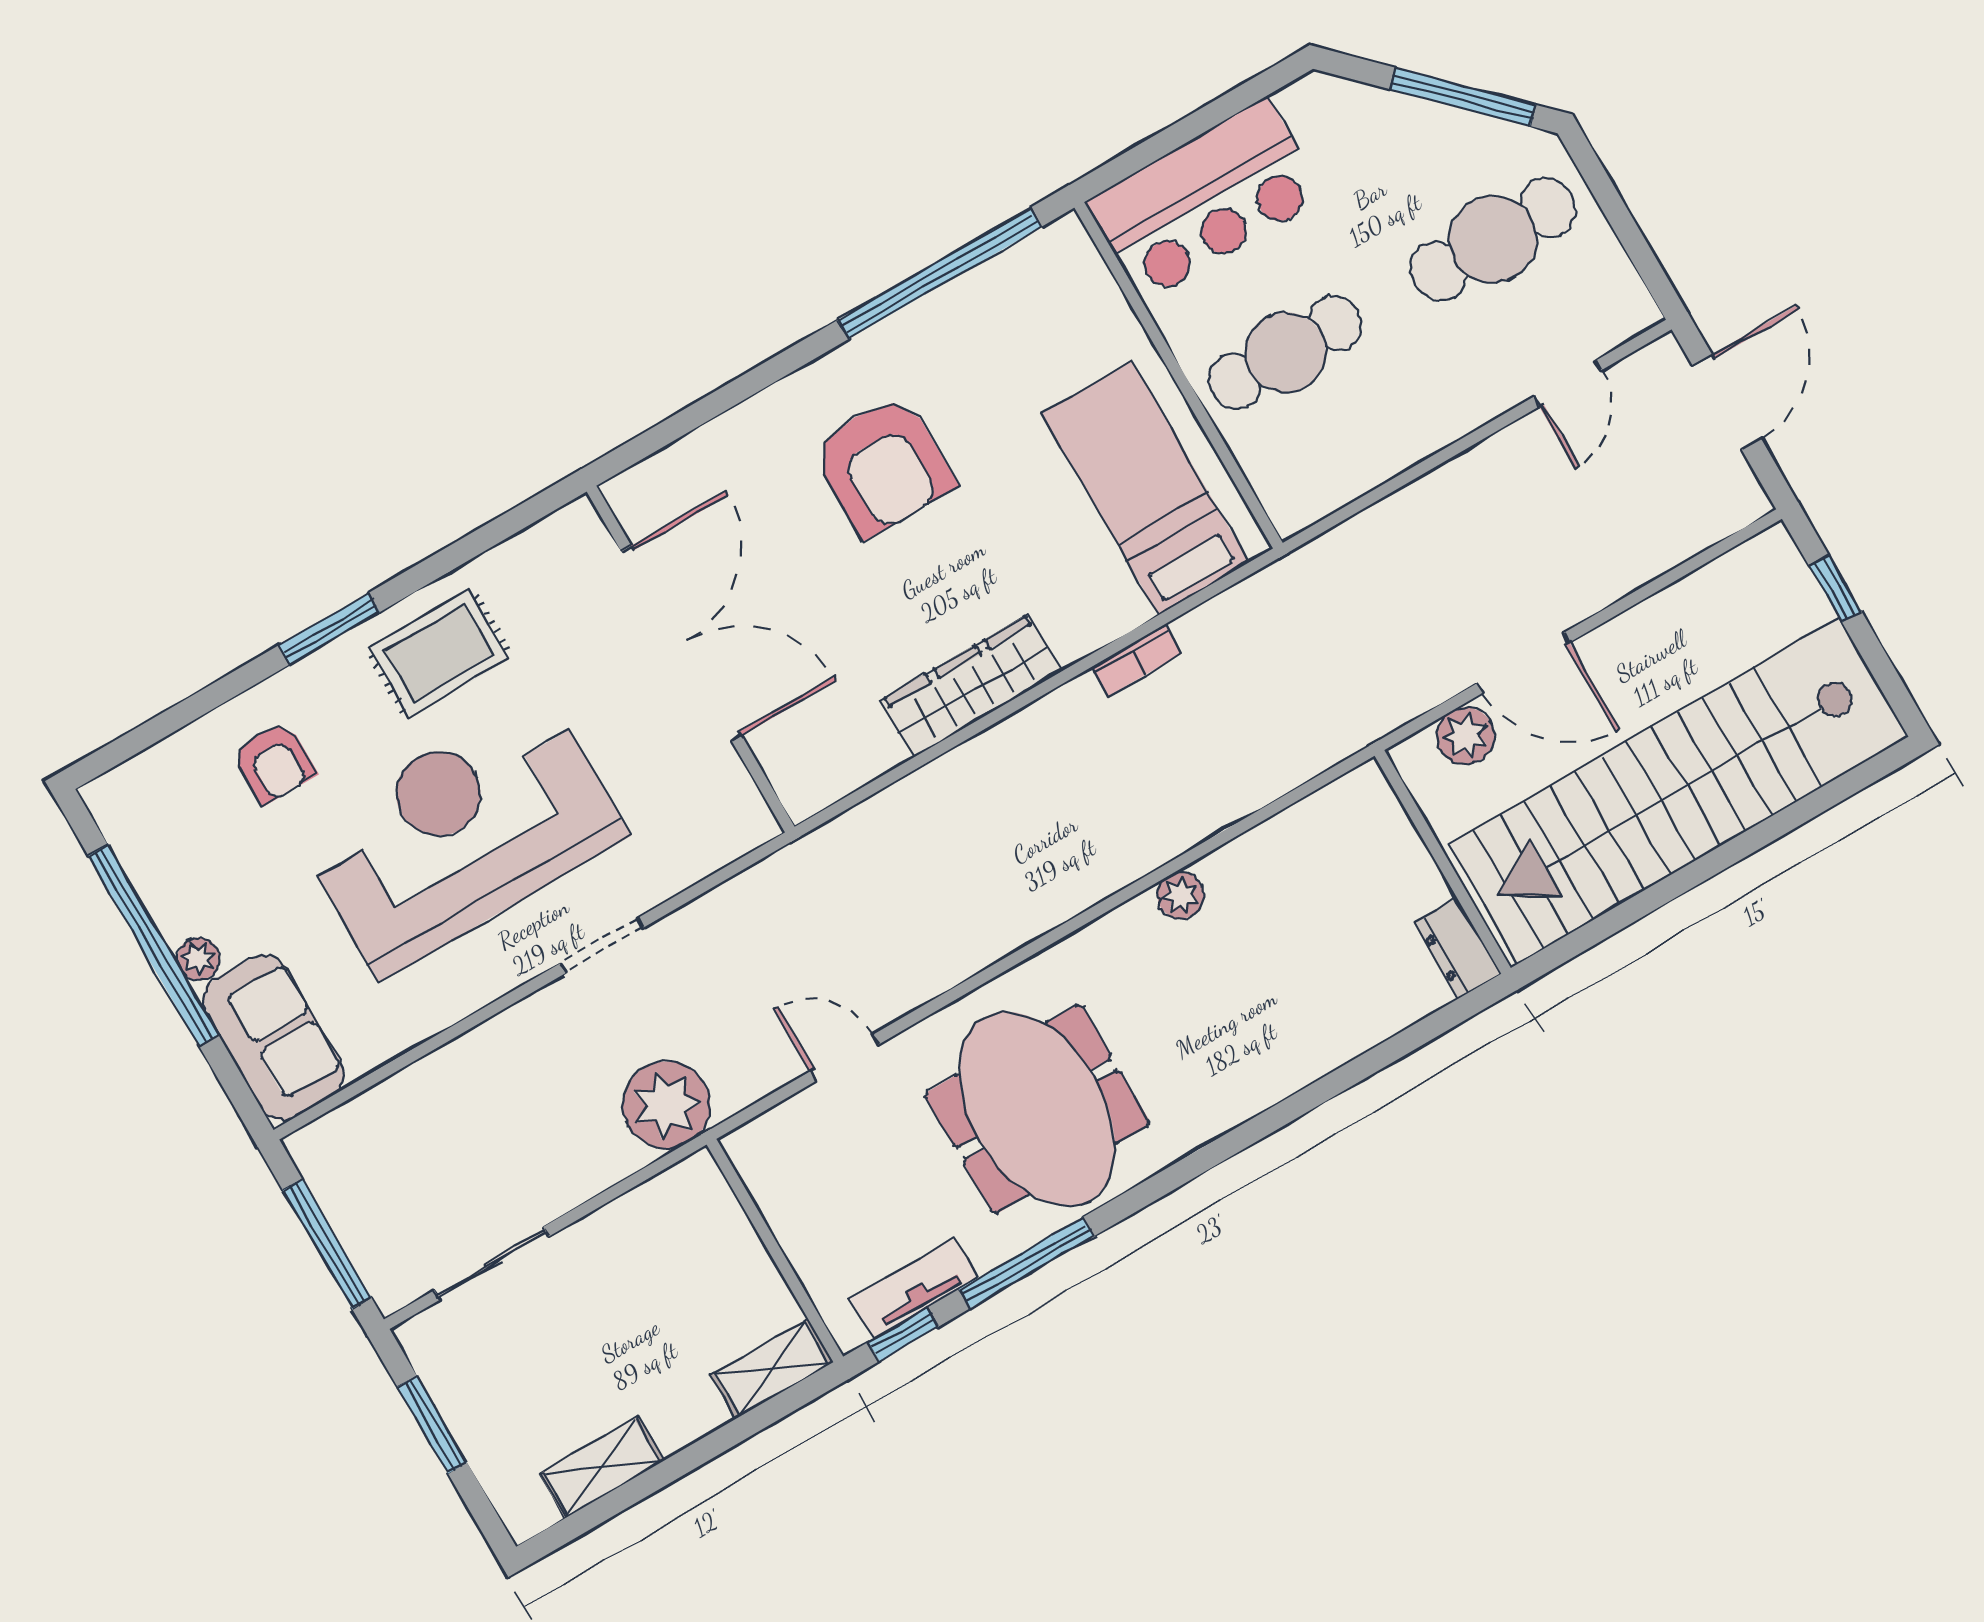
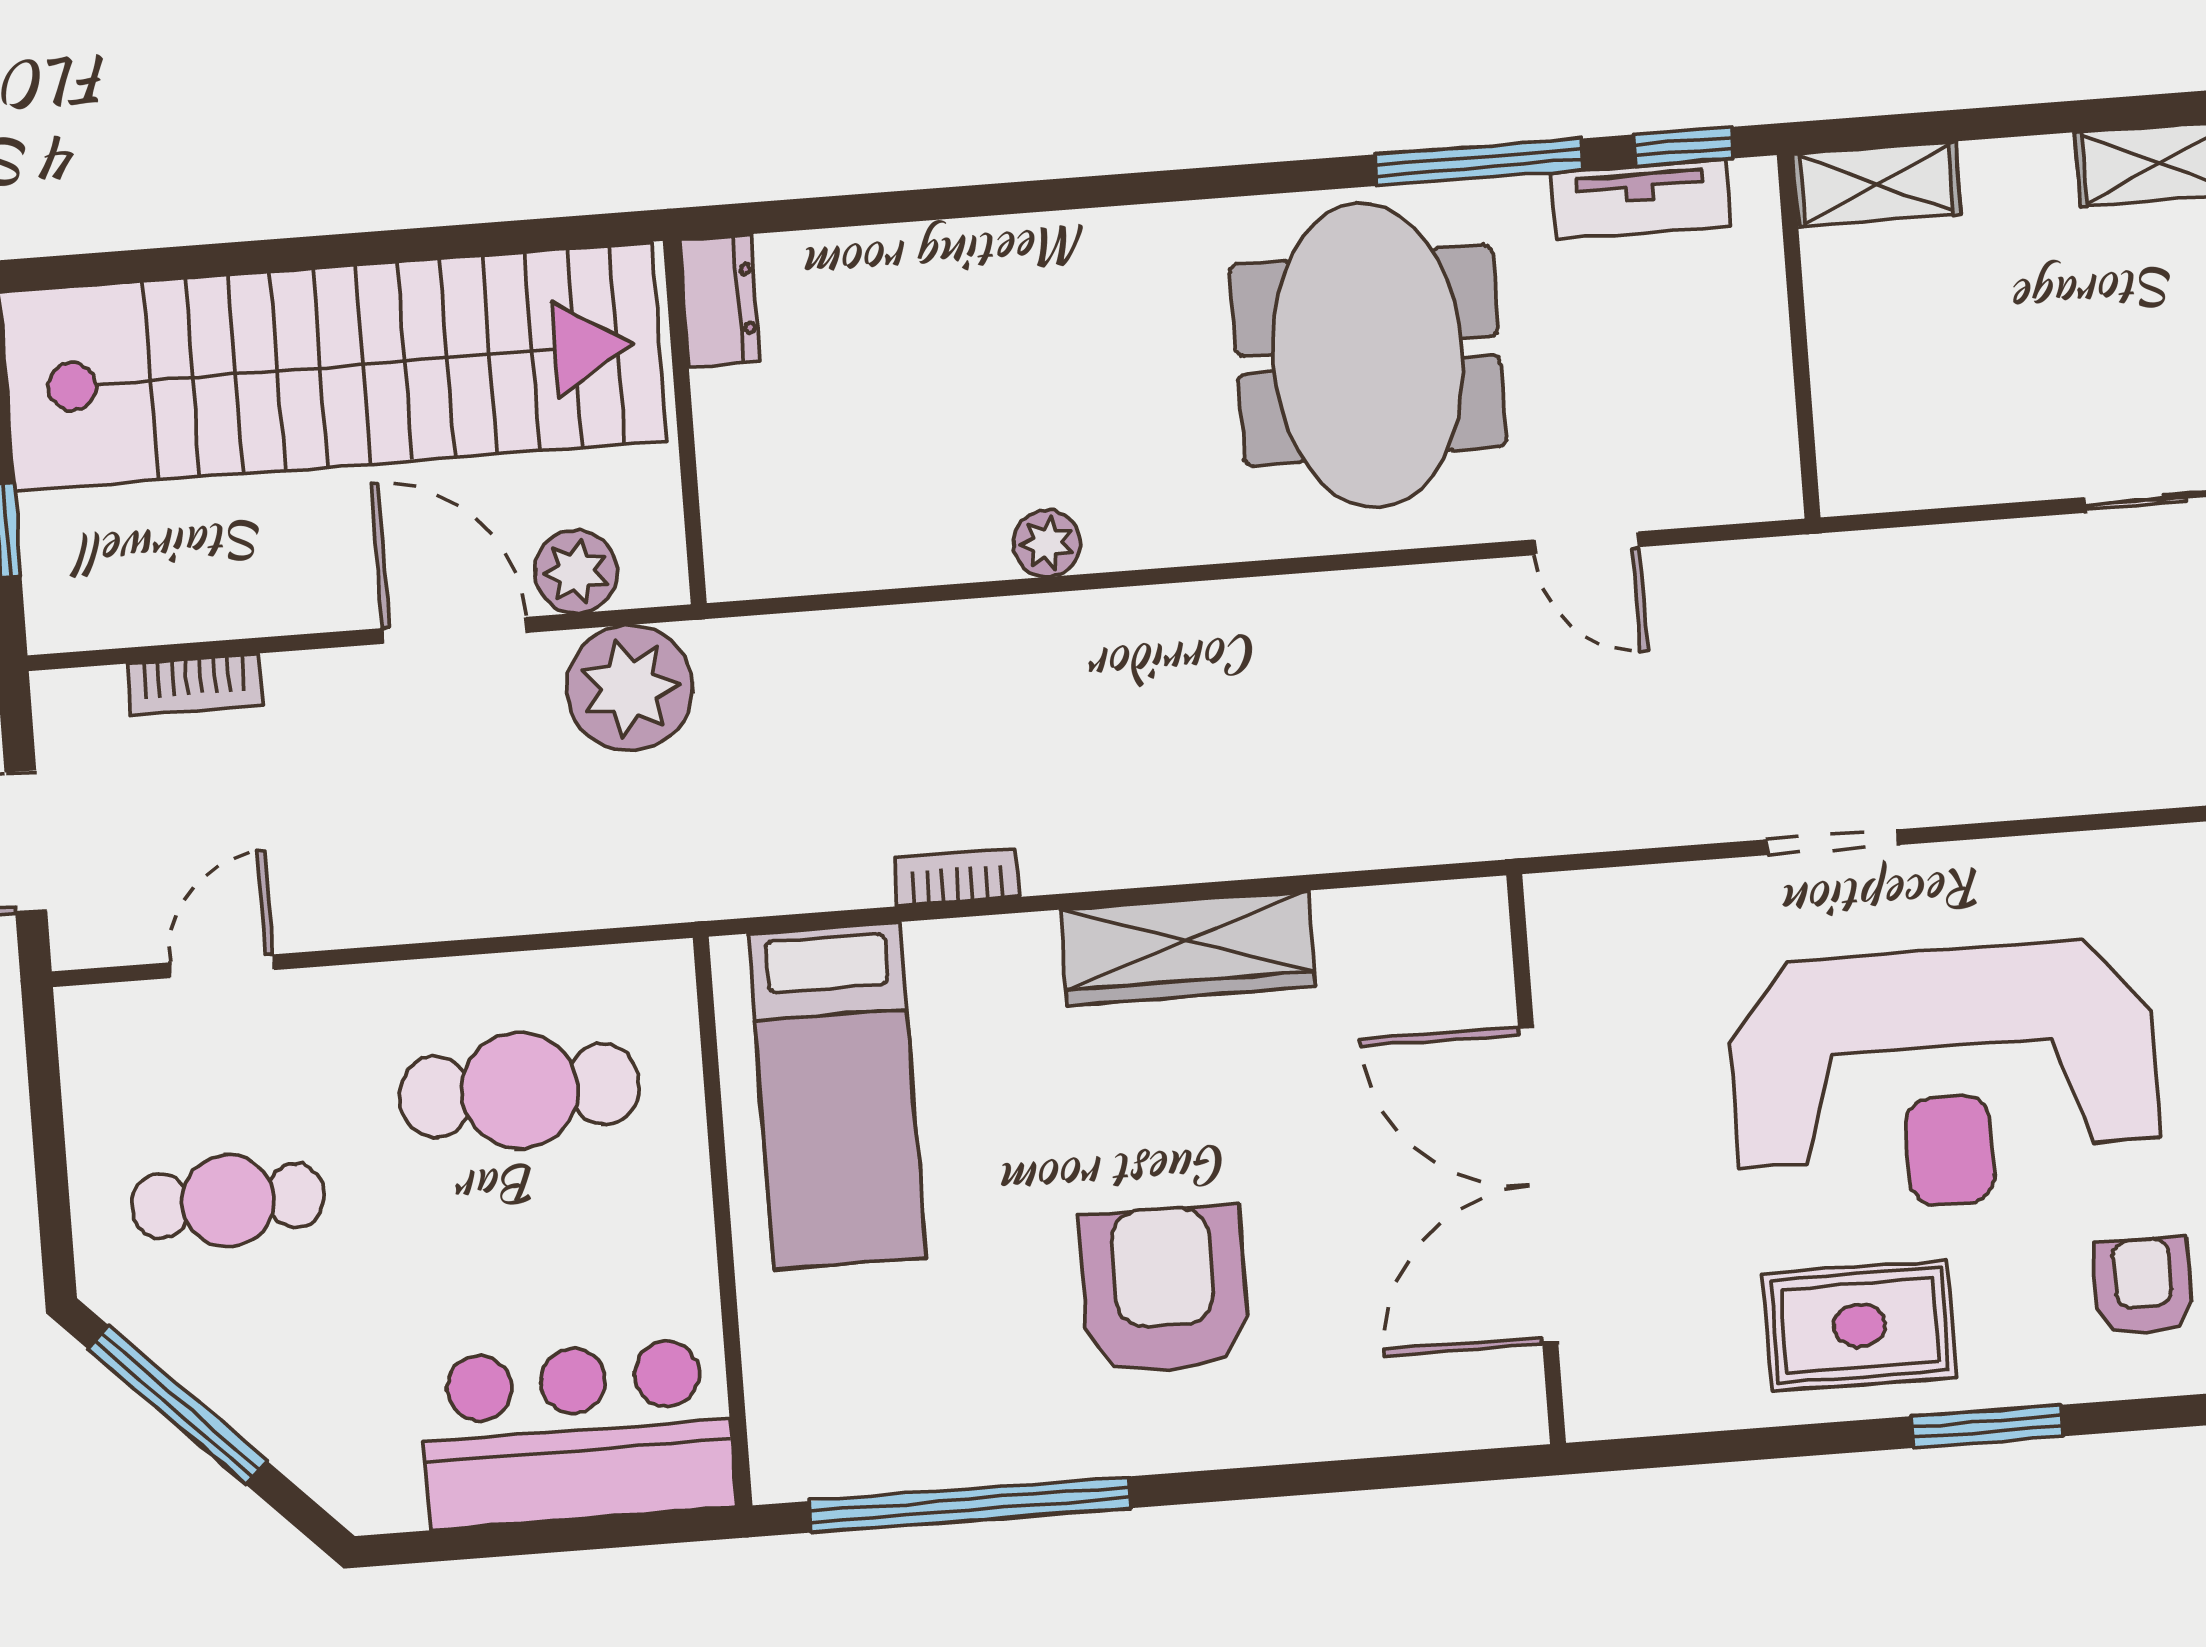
cafe table: (1493, 239) -> (228, 1201), width x0.73, depth x0.74
cafe table: (1285, 352) -> (520, 1090), moved
bookcase: (1669, 551) -> (195, 685), added
plant: (667, 1105) -> (630, 688), moved

